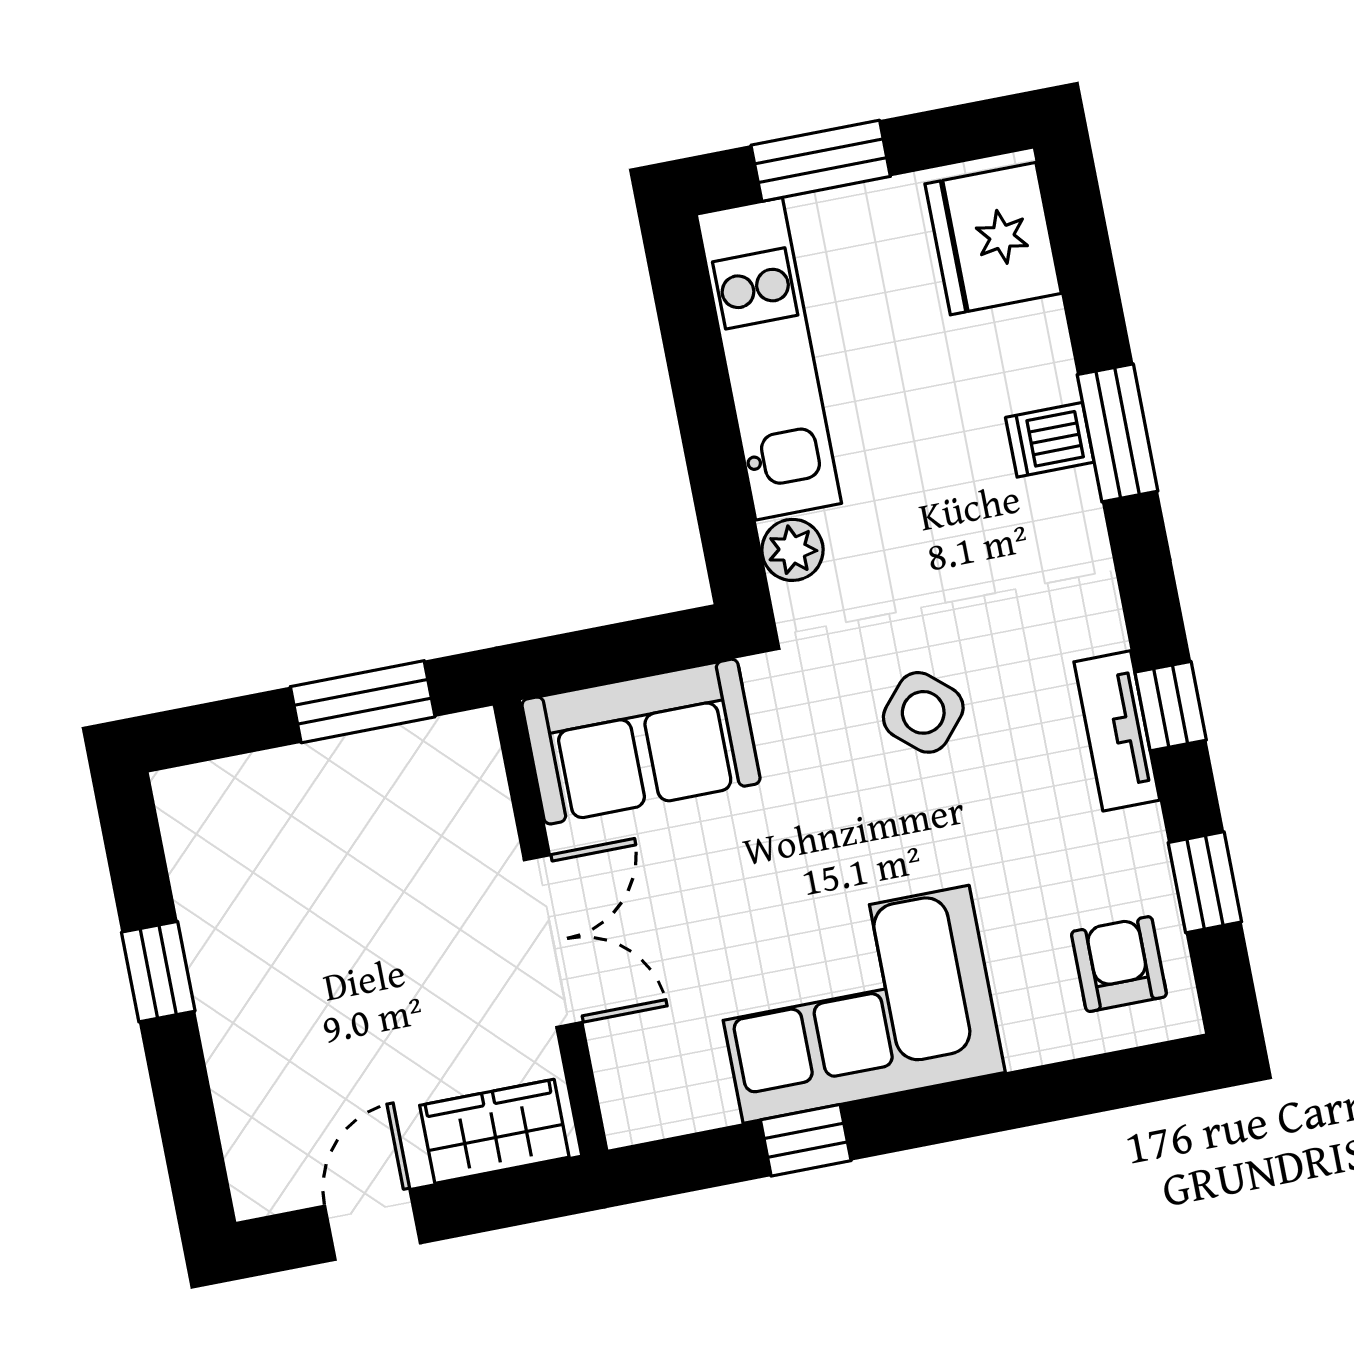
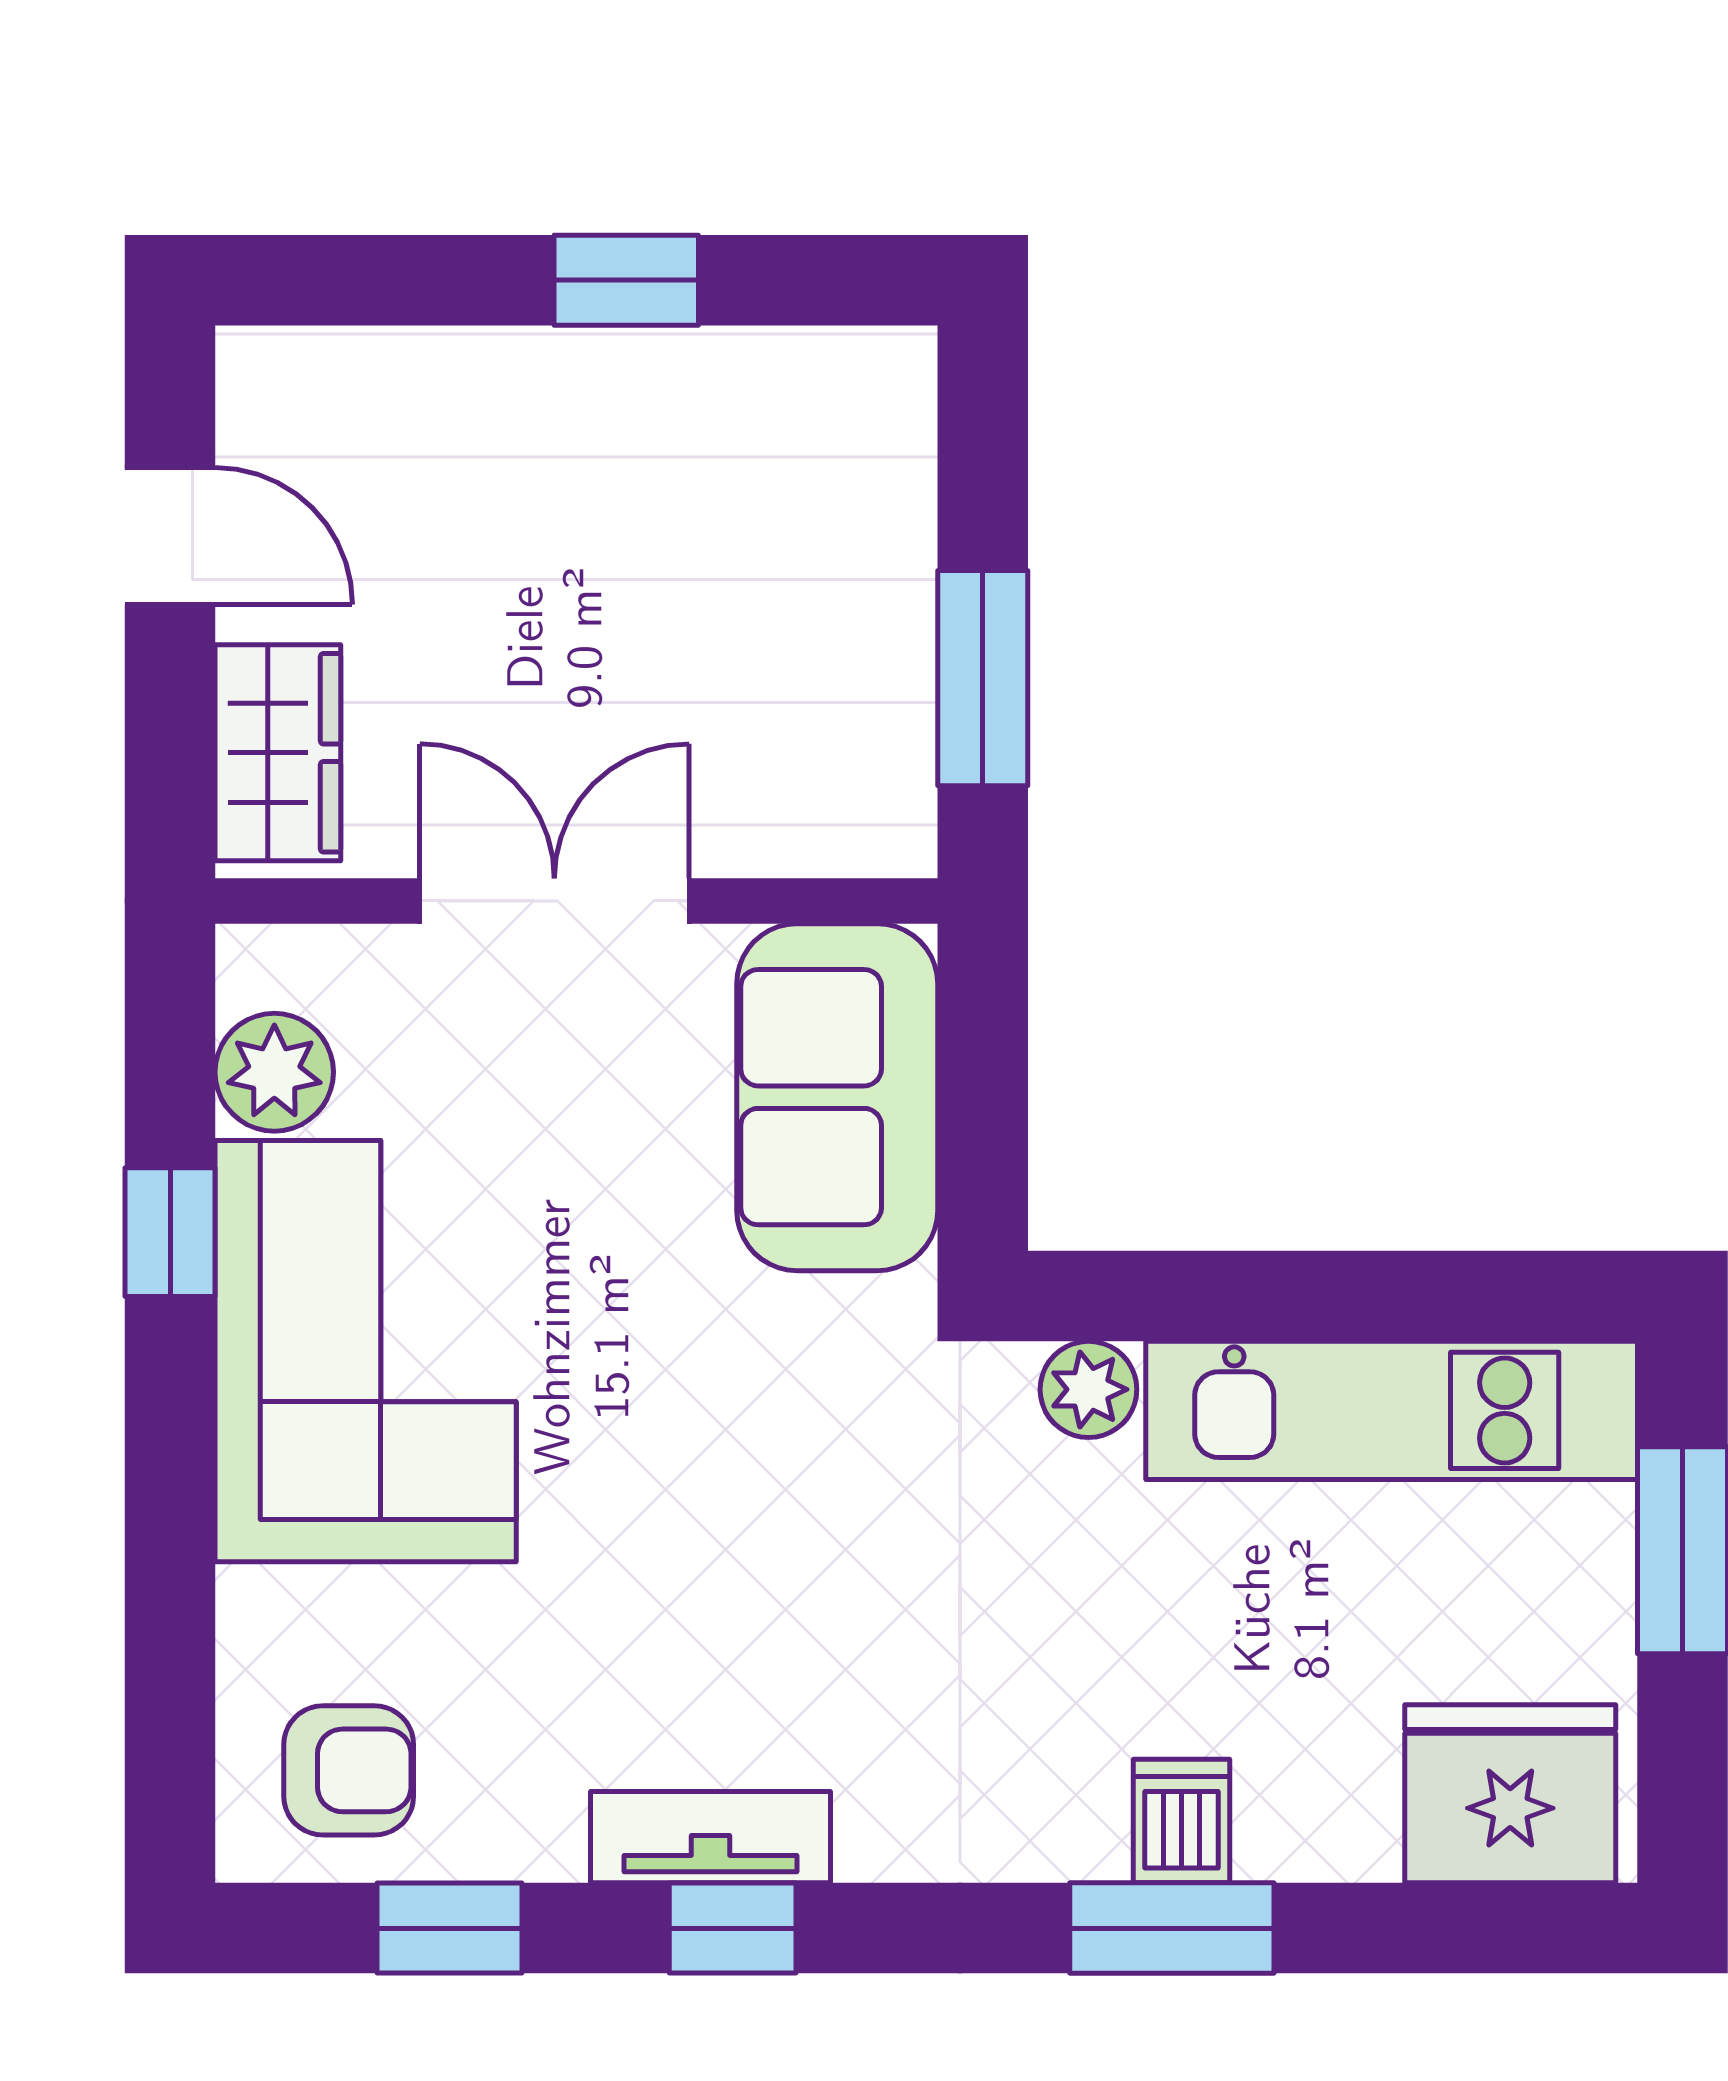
side table: (923, 712) -> (797, 1543), removed
double door: (553, 941) -> (554, 901), swing flipped
plant: (694, 1095) -> (274, 1072), added

